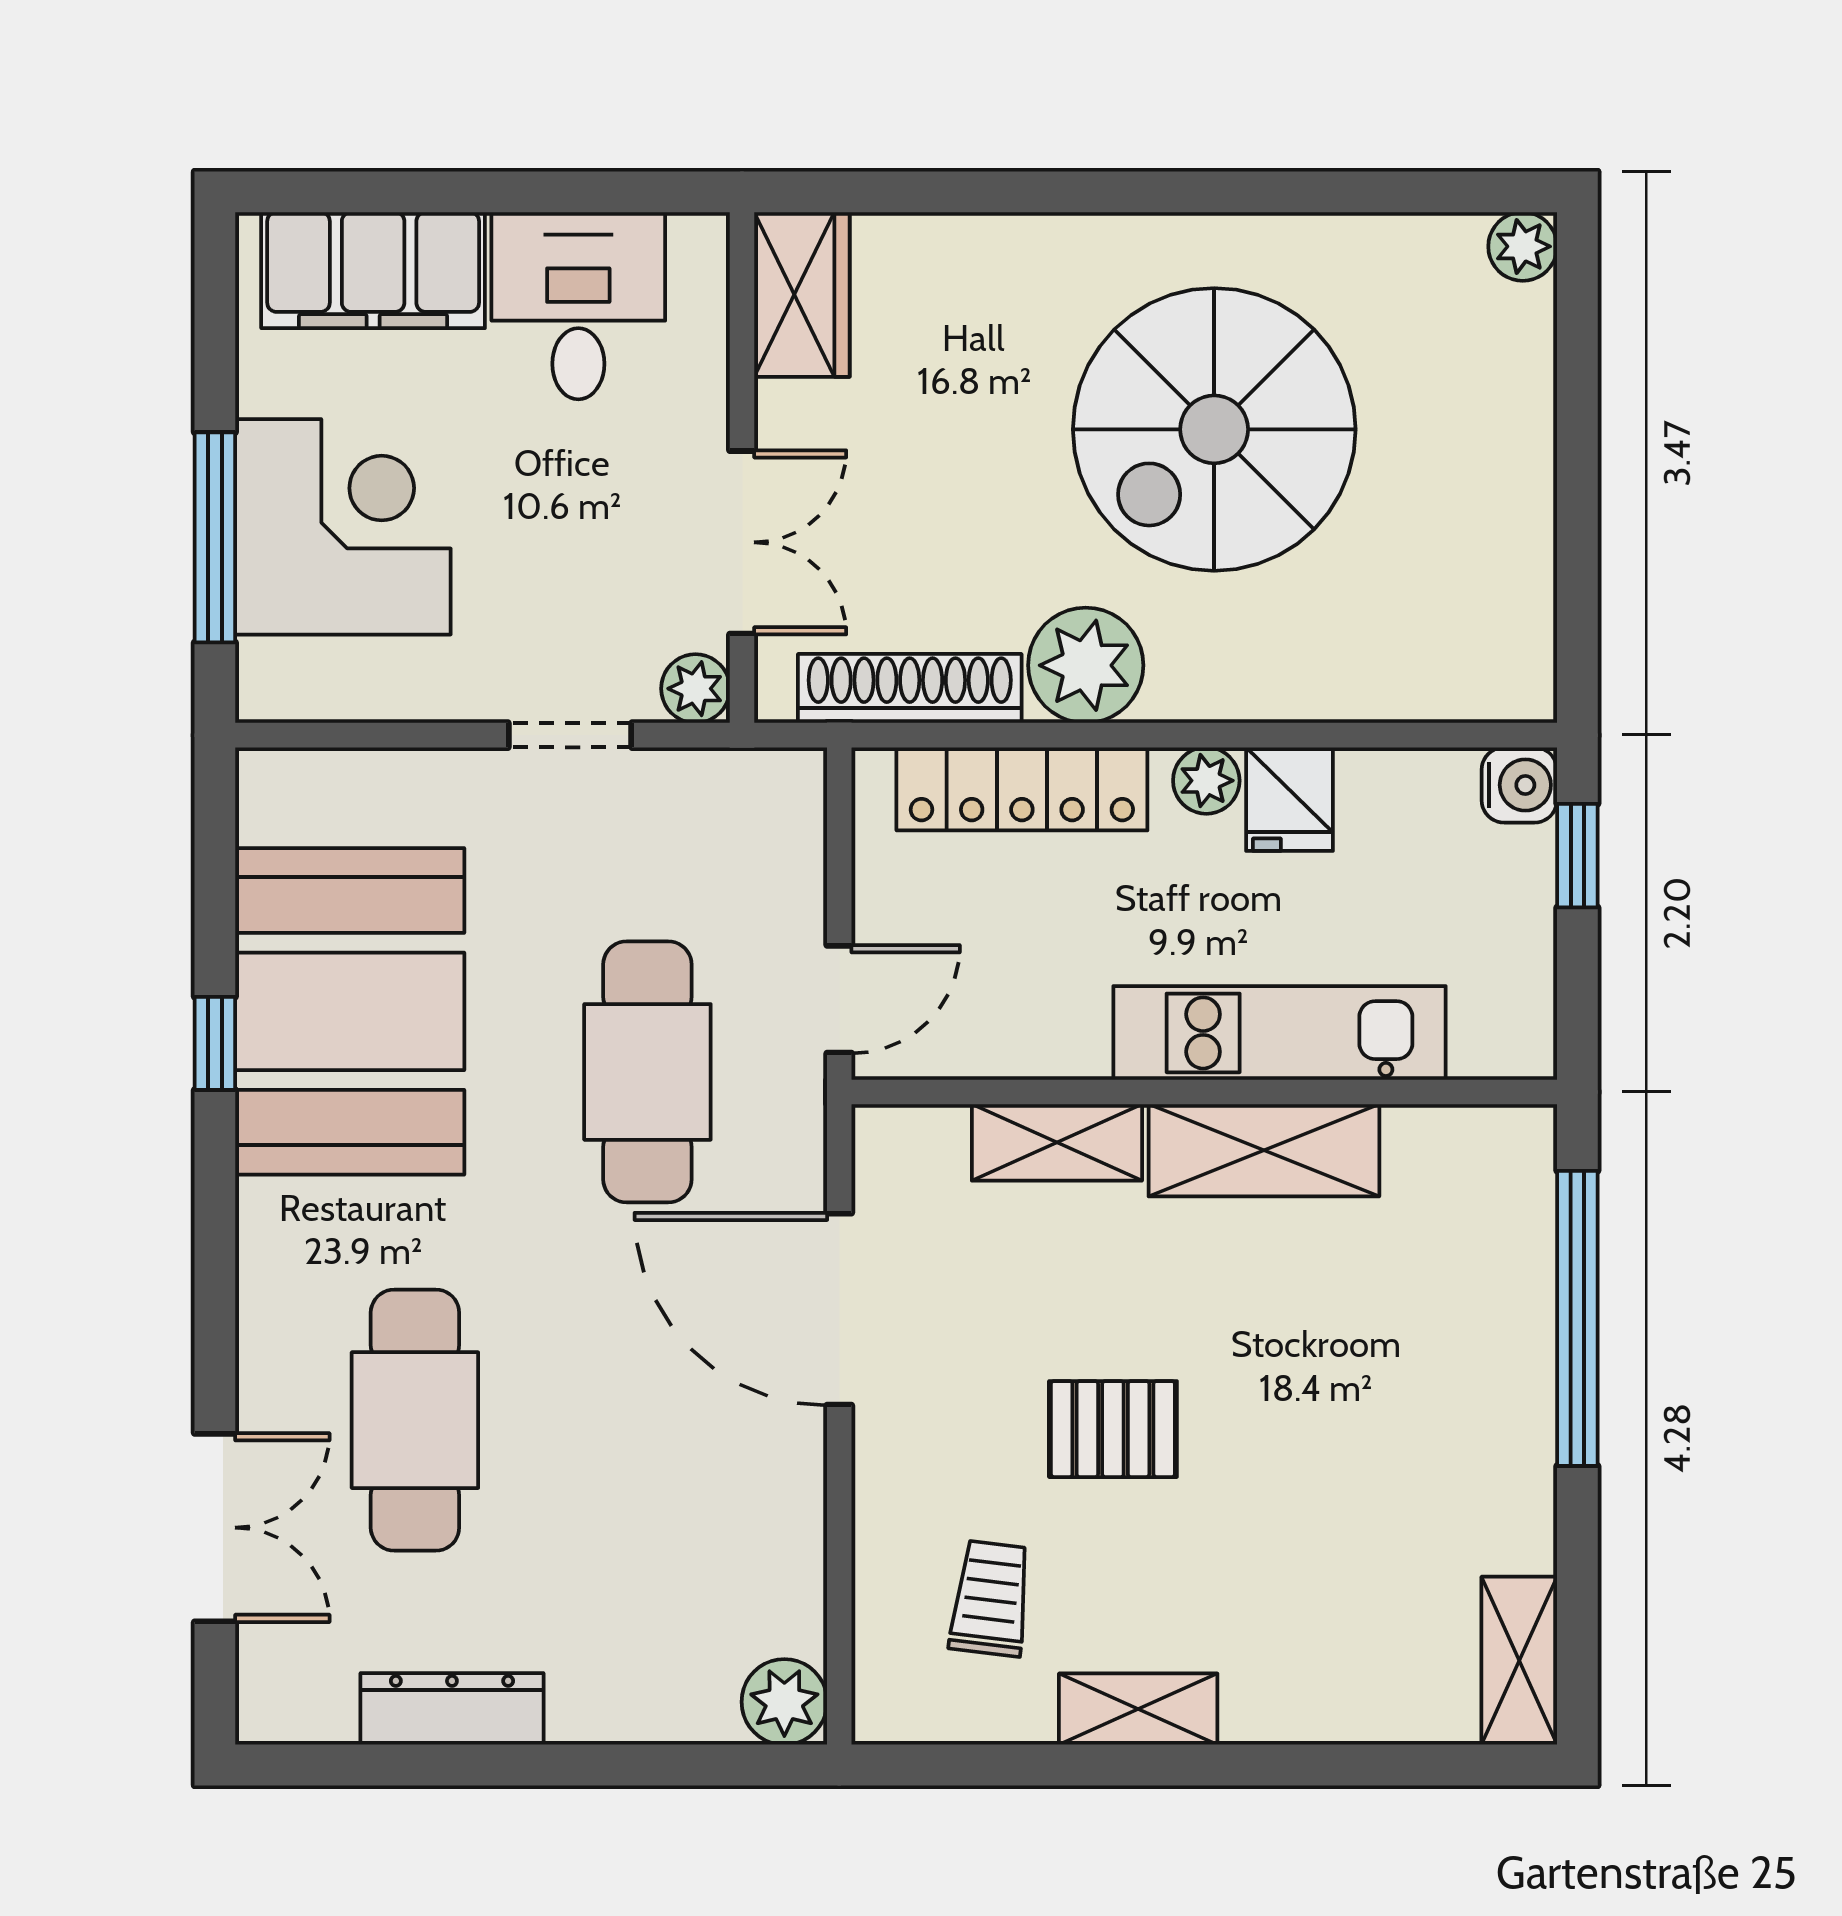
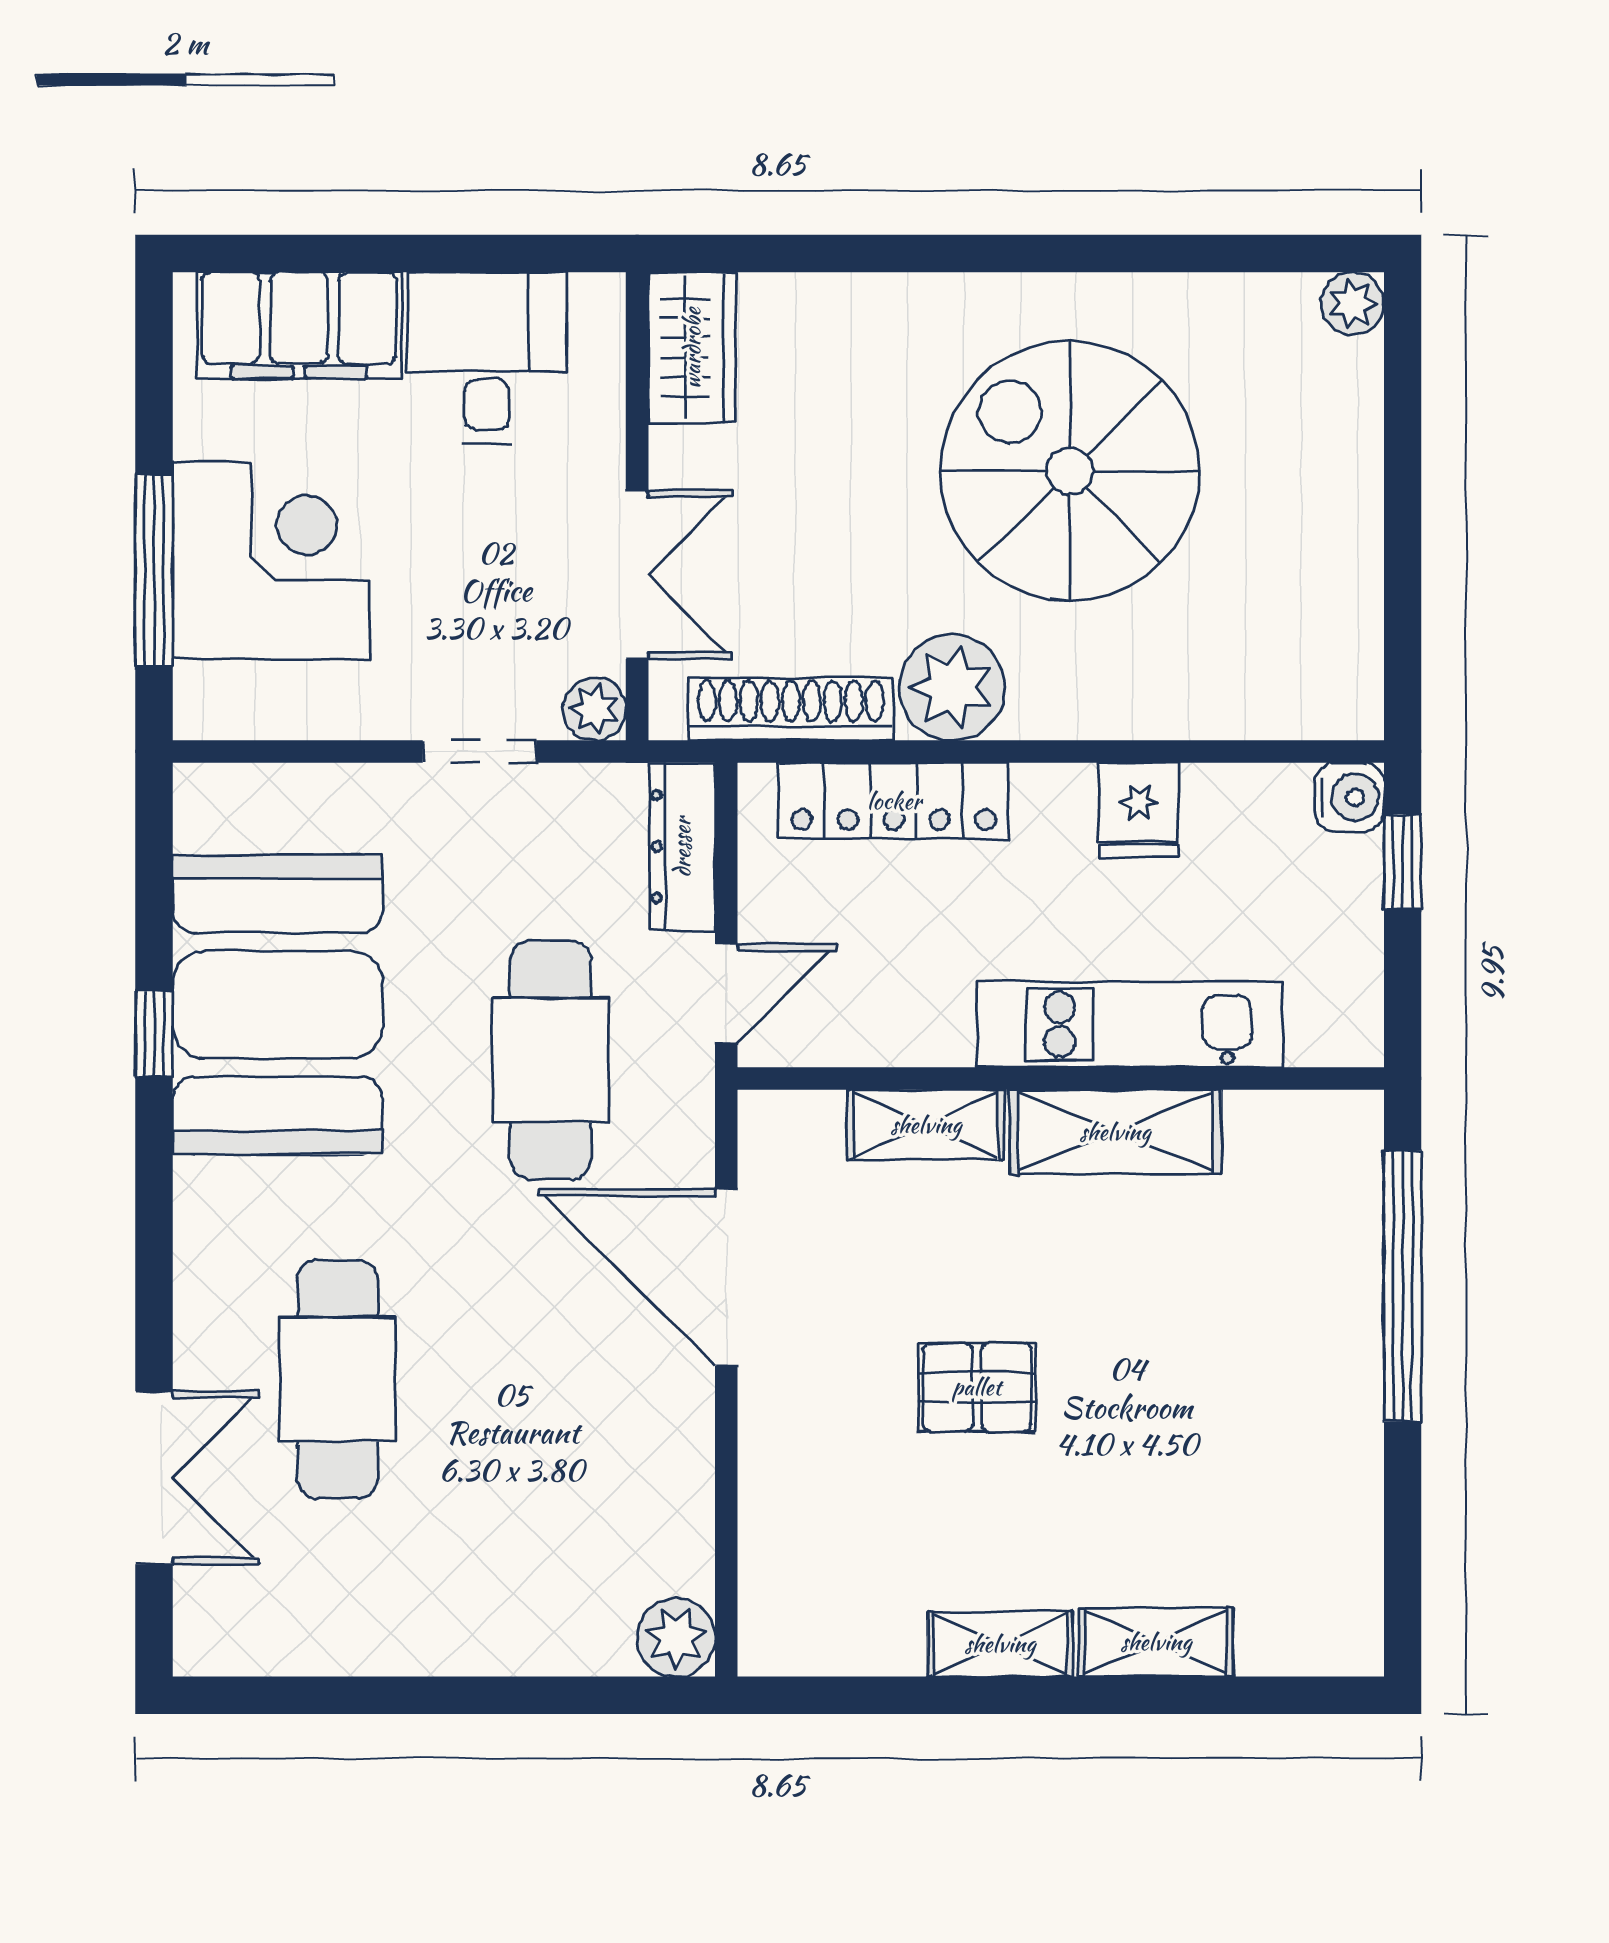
spiral stairs: (1214, 429) -> (1070, 471), turned 90
plant: (1206, 781) -> (1063, 793), removed
trolley: (991, 1599) -> (865, 1543), removed
shelving: (1519, 1661) -> (1156, 1642), moved, turned 90
dresser: (452, 1709) -> (682, 847), moved, turned -90

